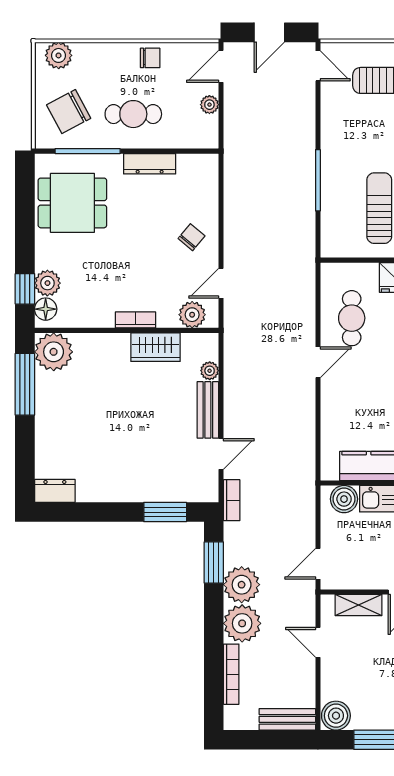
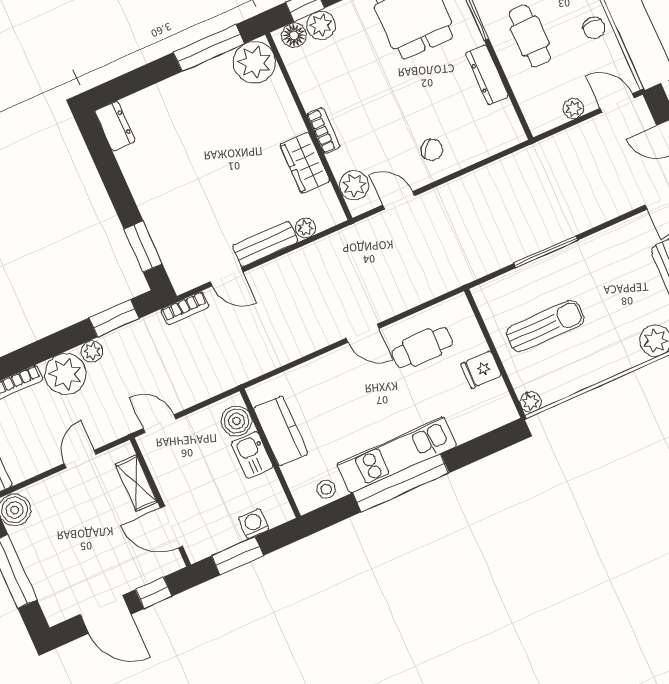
plant: (242, 585) -> (92, 351), width x0.53, depth x0.53

